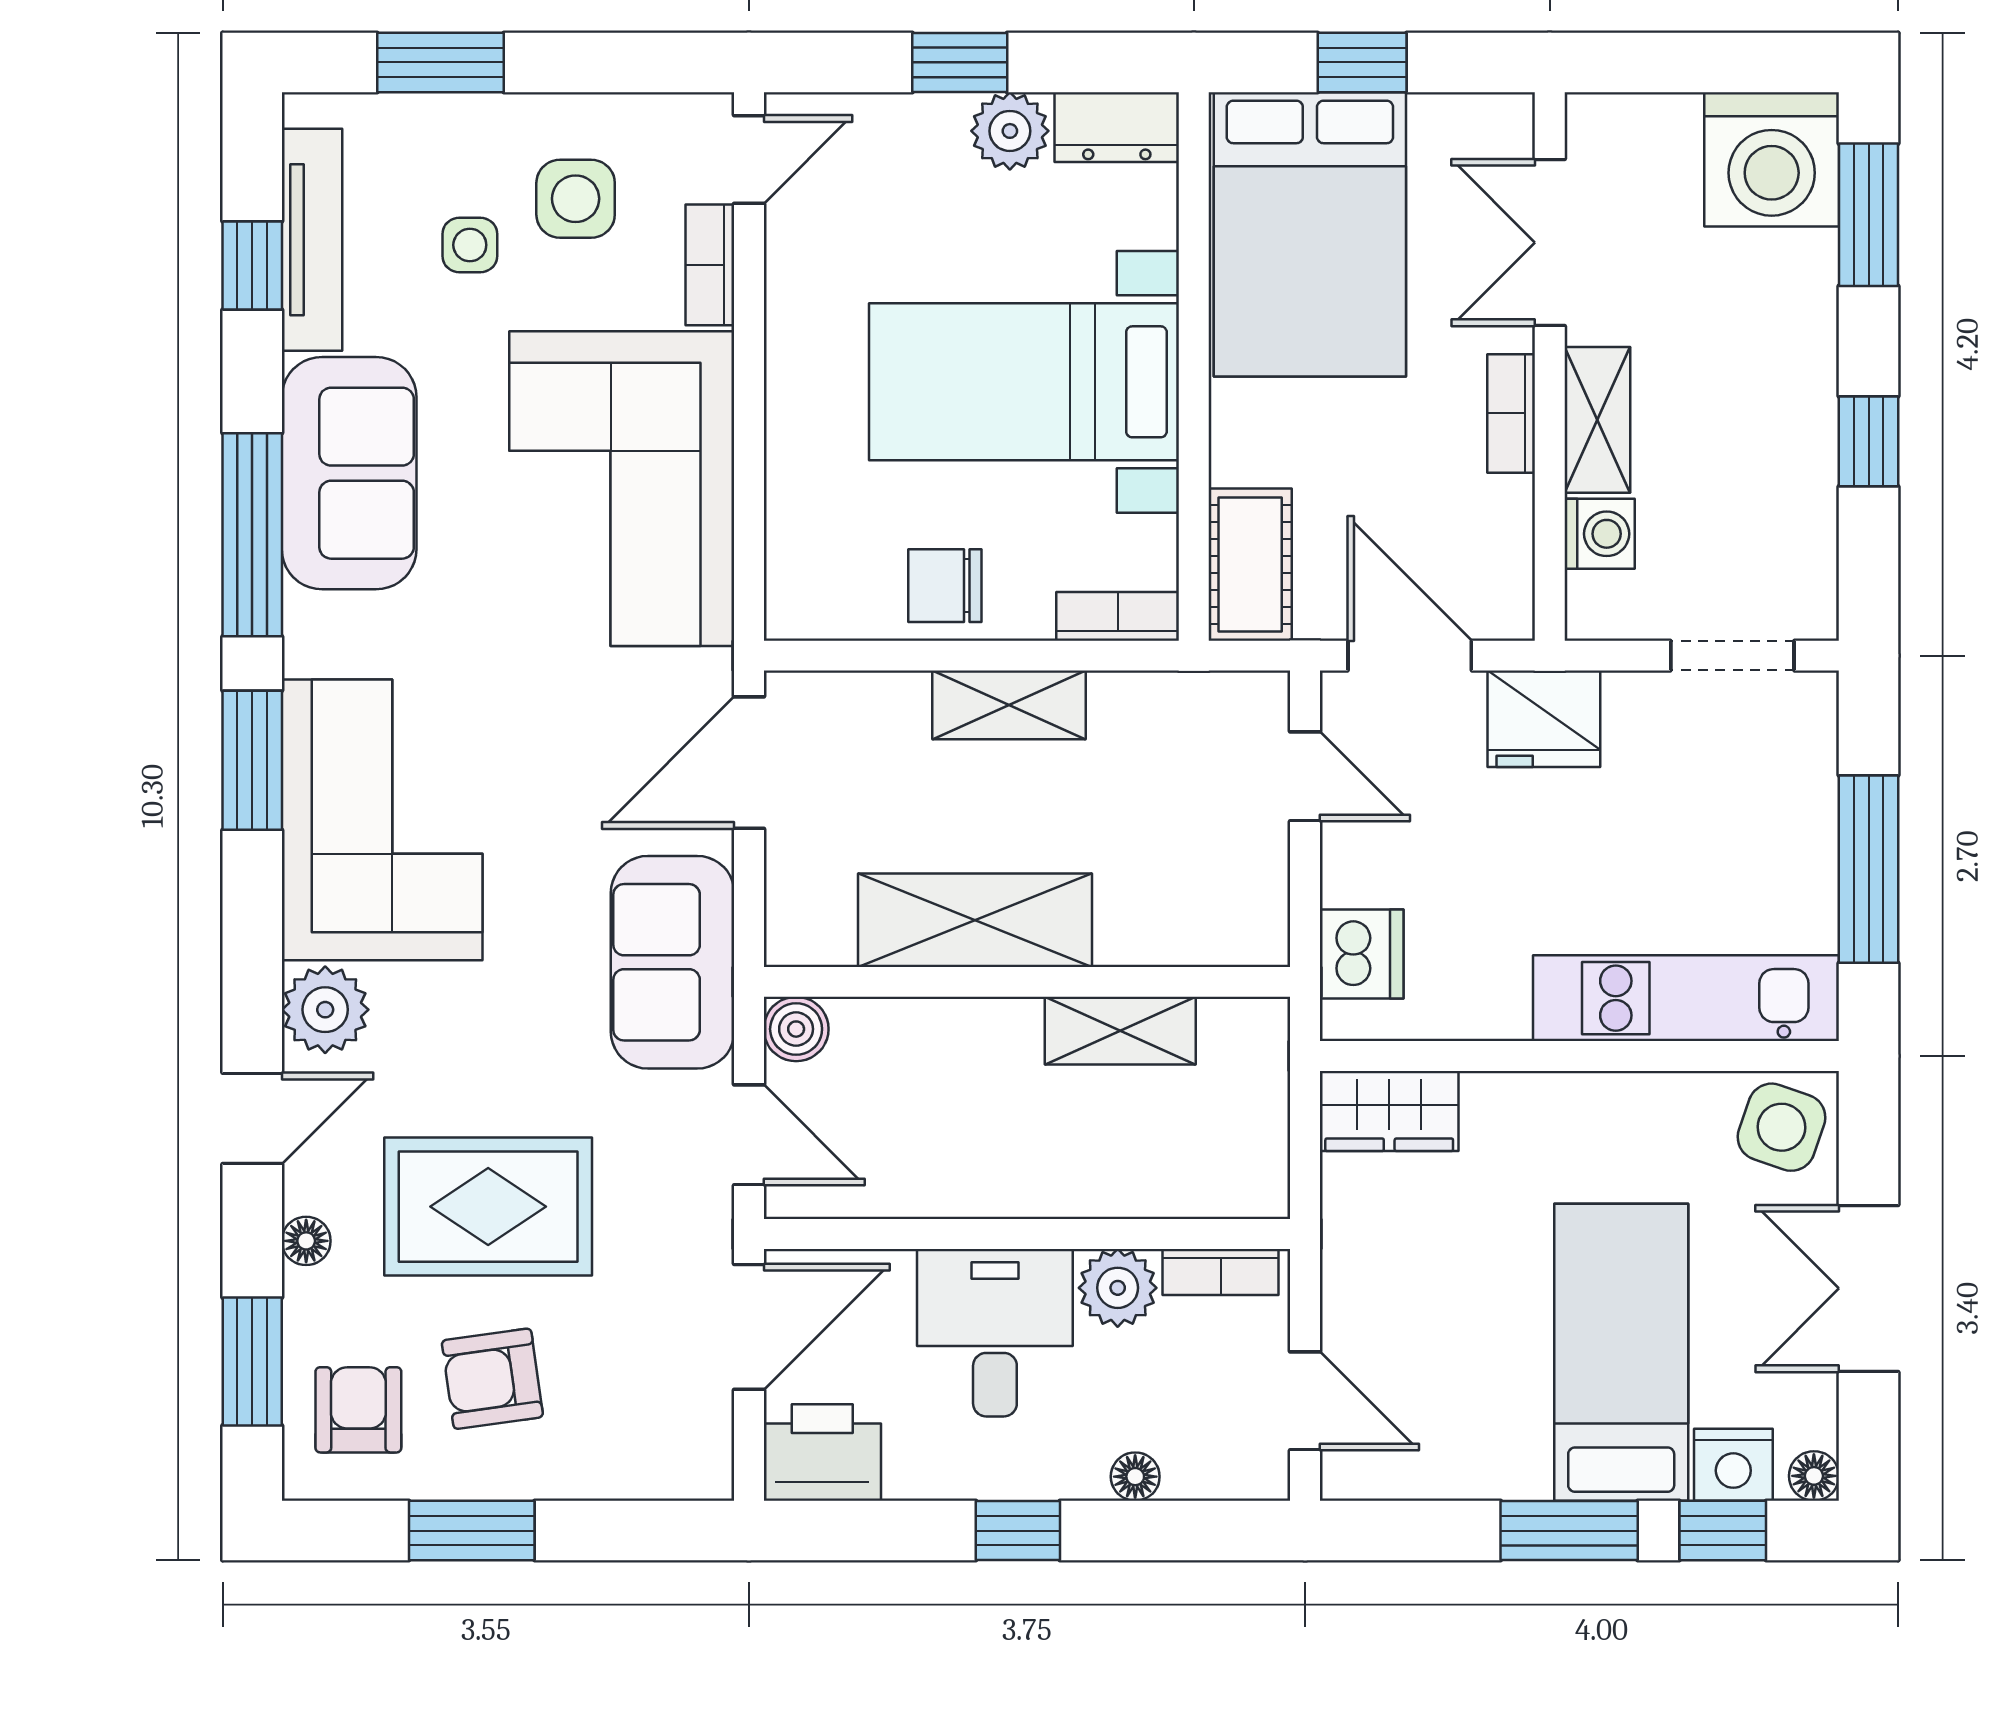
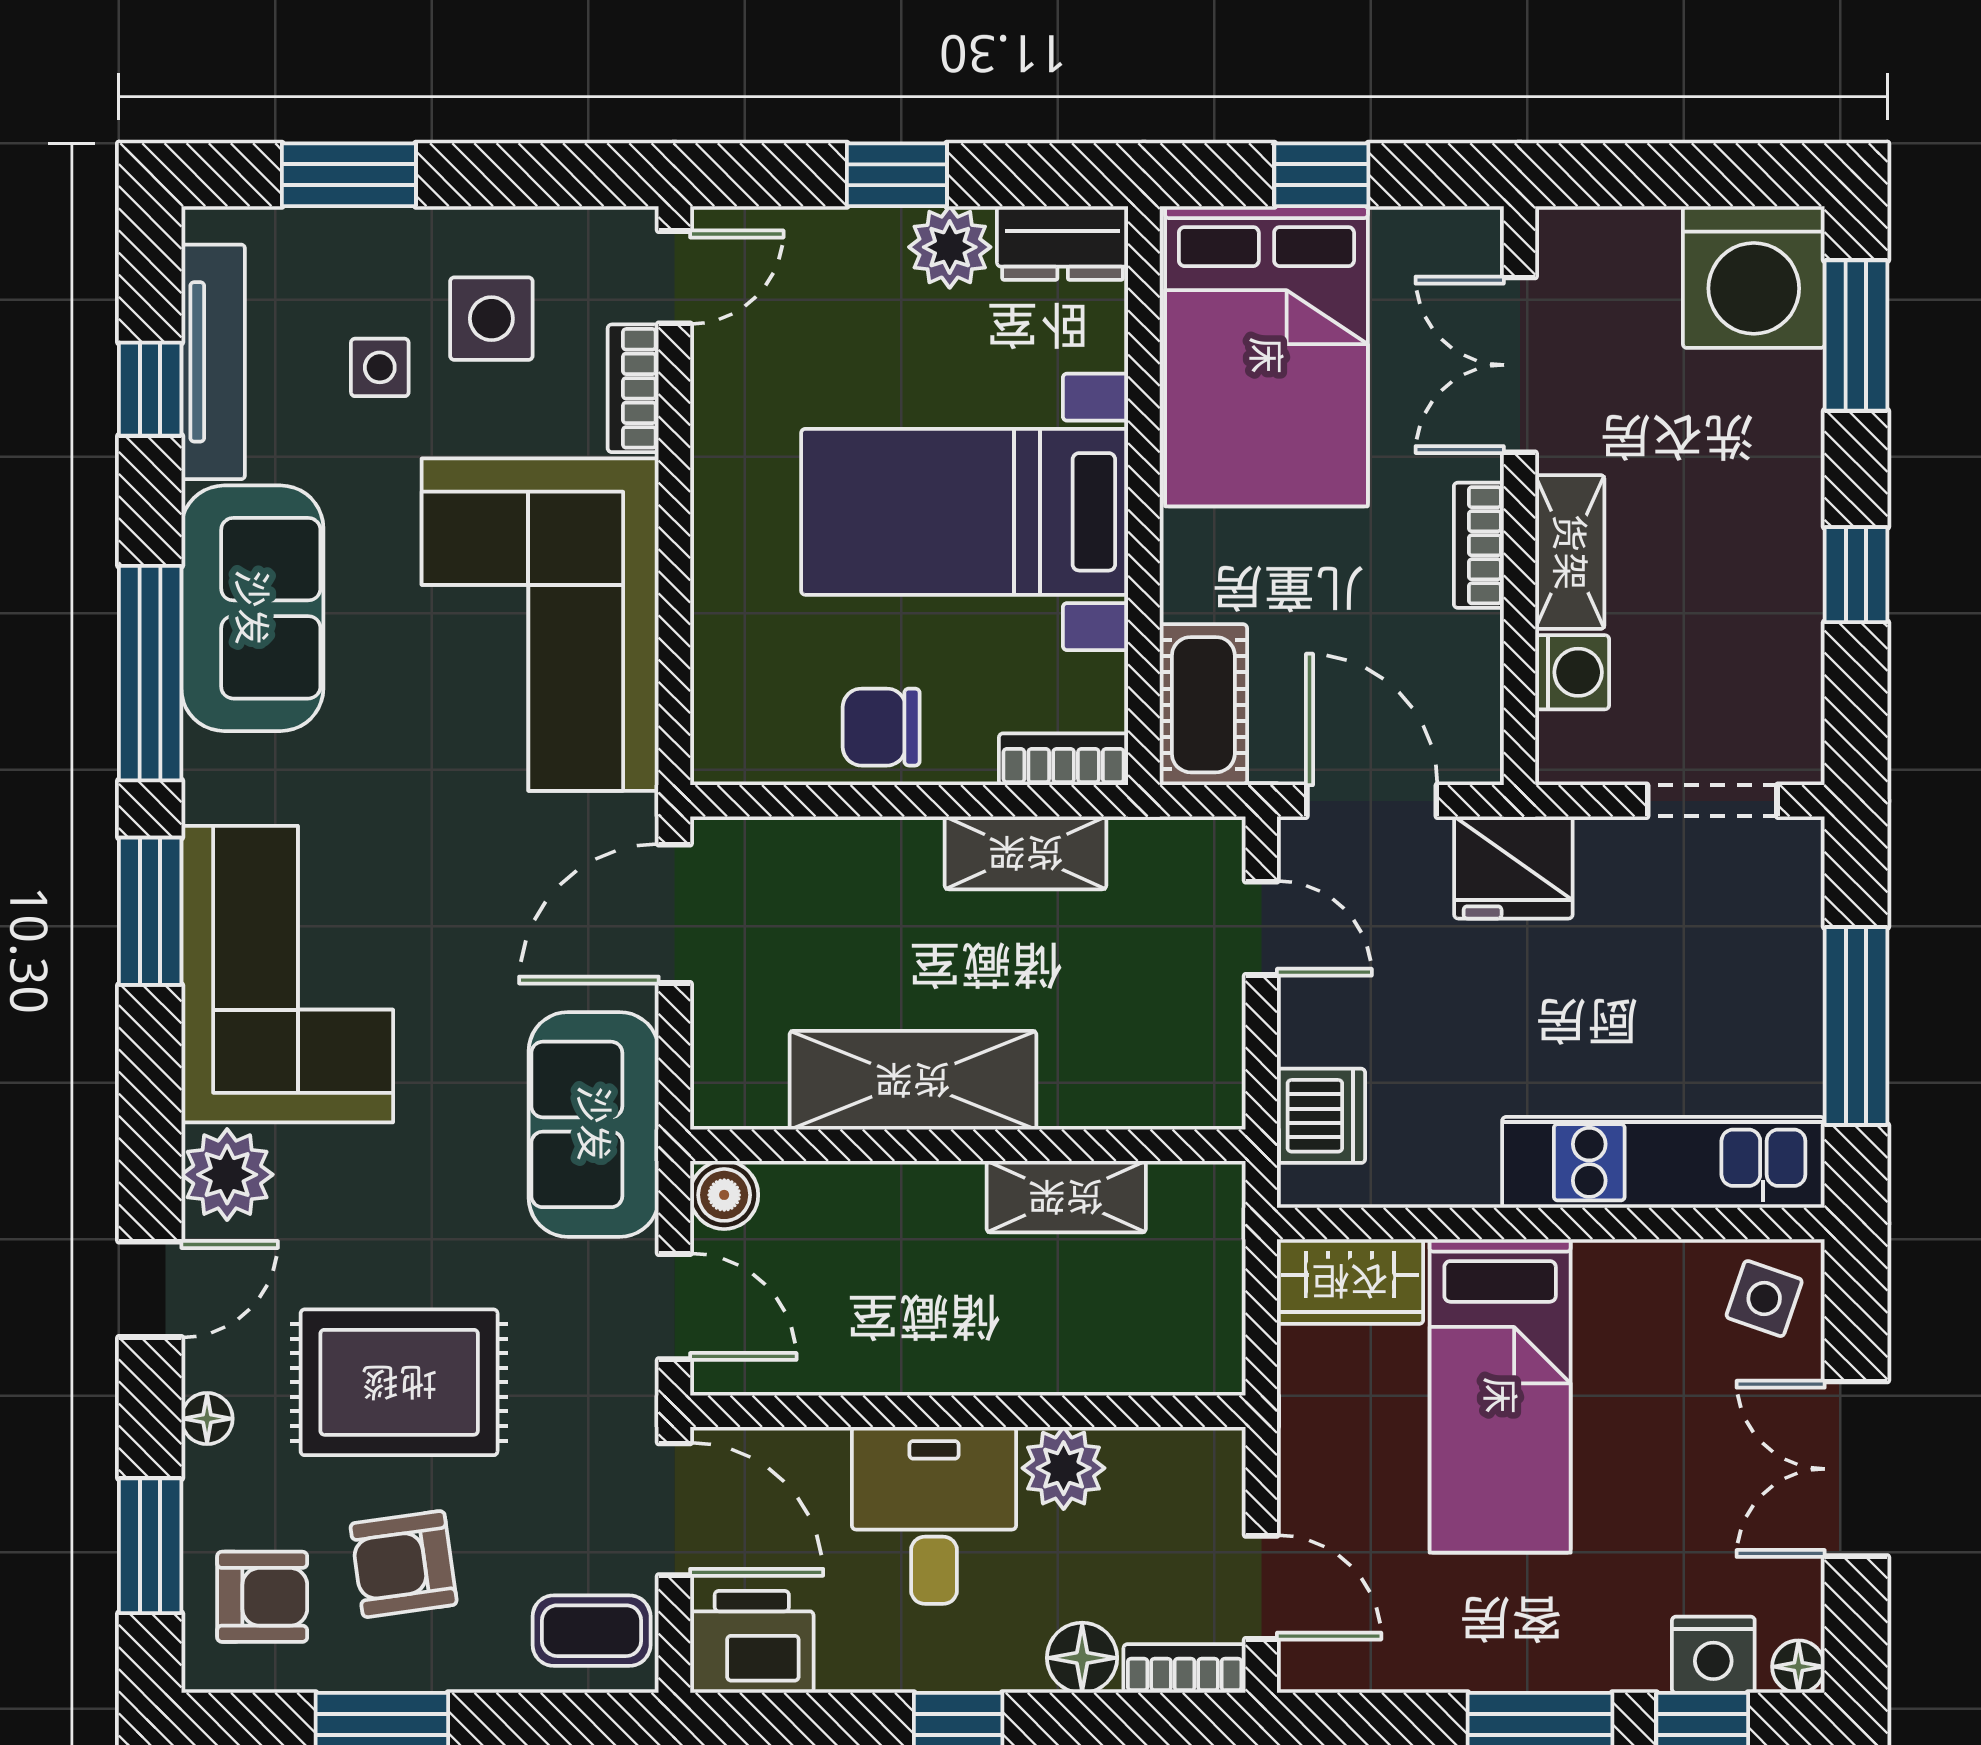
shelving: (1009, 705) -> (1026, 853), moved
side table: (1782, 1127) -> (1764, 1299), width x0.73, depth x0.73
bookcase: (1221, 1272) -> (1185, 1669), moved, turned 180
door: (749, 1327) -> (674, 1509), hinge flipped
bed: (1621, 1352) -> (1500, 1396), moved, turned 180
armchair: (358, 1410) -> (262, 1597), turned 90
coffee table: (670, 1442) -> (592, 1631), added
floor lamp: (1135, 1477) -> (1082, 1658), width x1.37, depth x1.37

